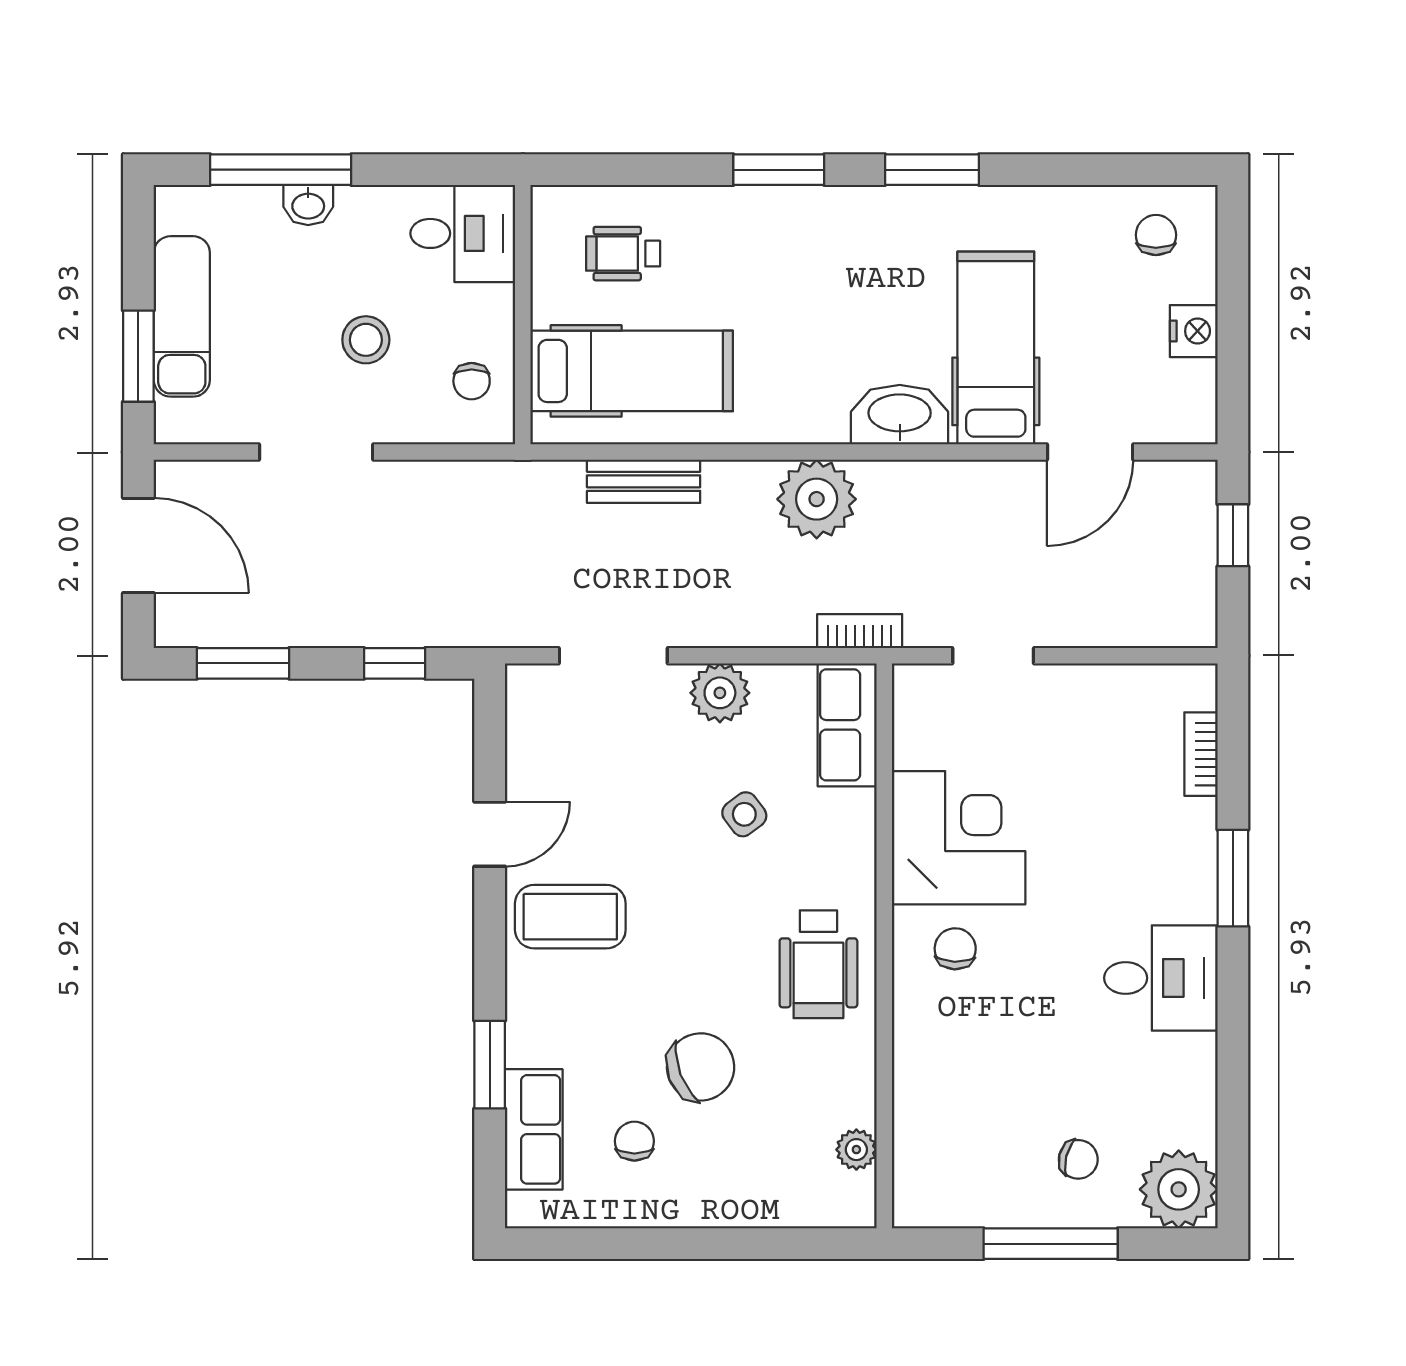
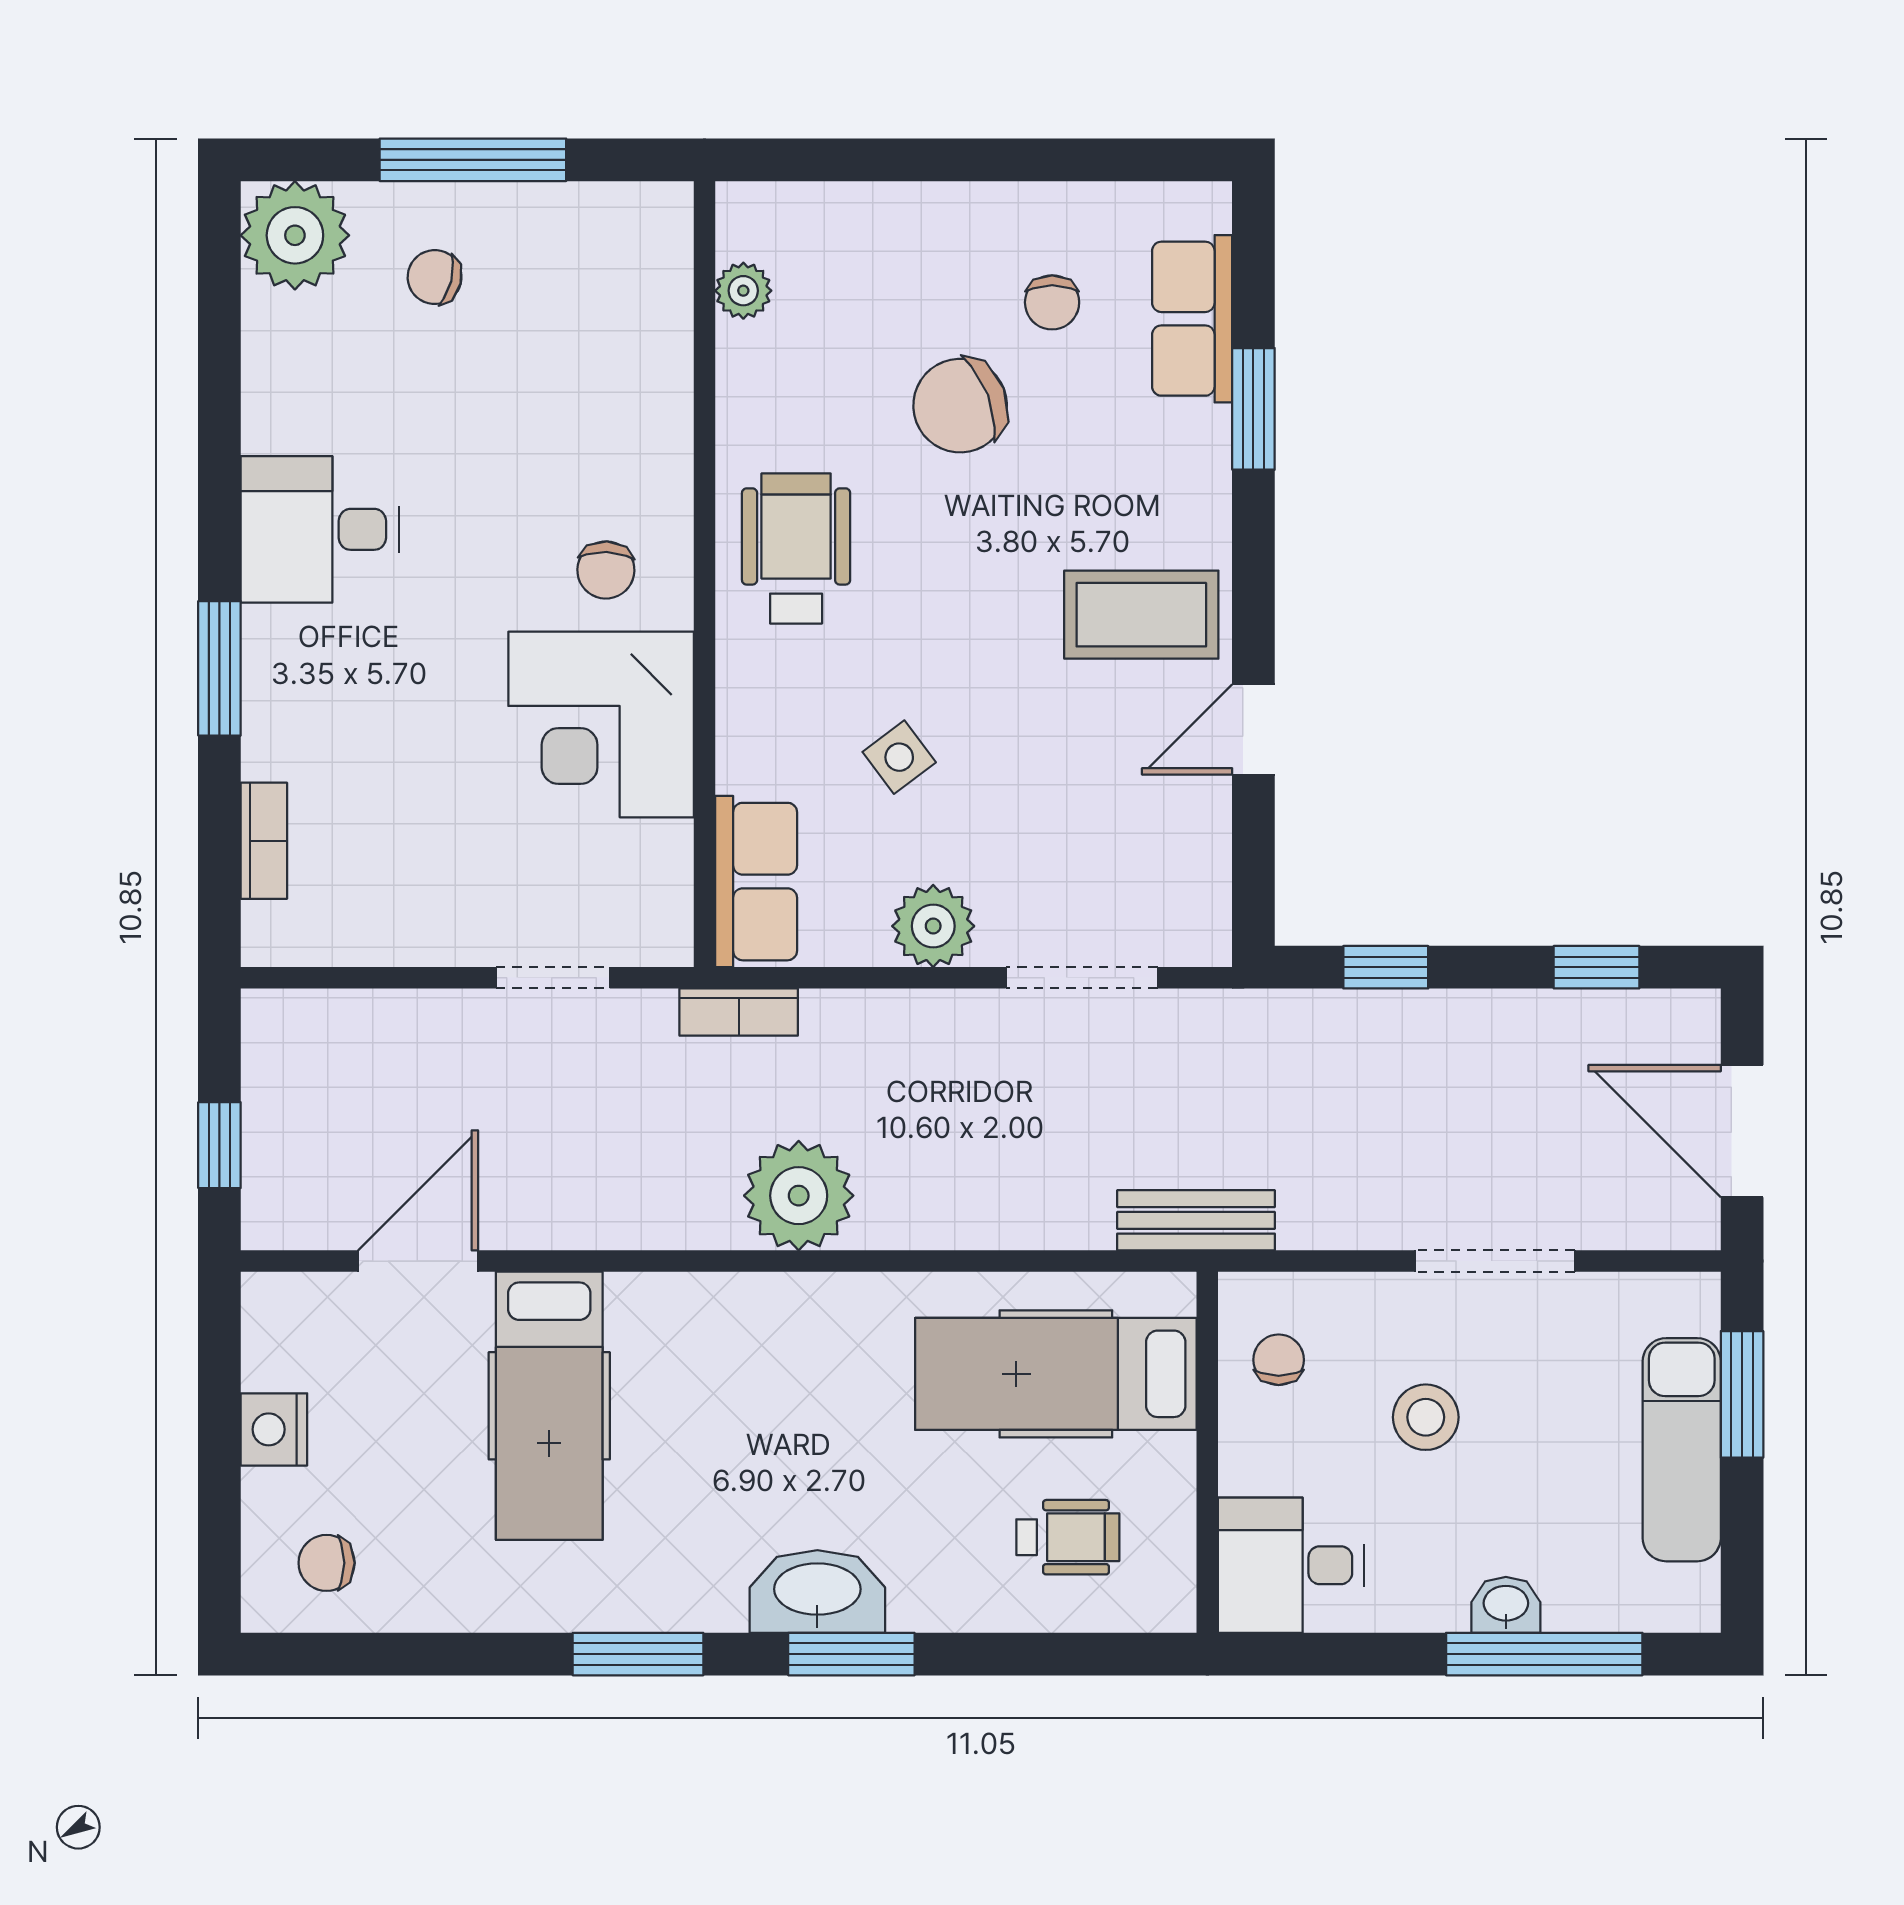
chair: (1156, 235) -> (327, 1563), turned 90
washbasin: (900, 415) -> (817, 1591), moved, turned 180
bench: (644, 481) -> (1196, 1220), moved
window: (243, 663) -> (1596, 967), width x0.67

